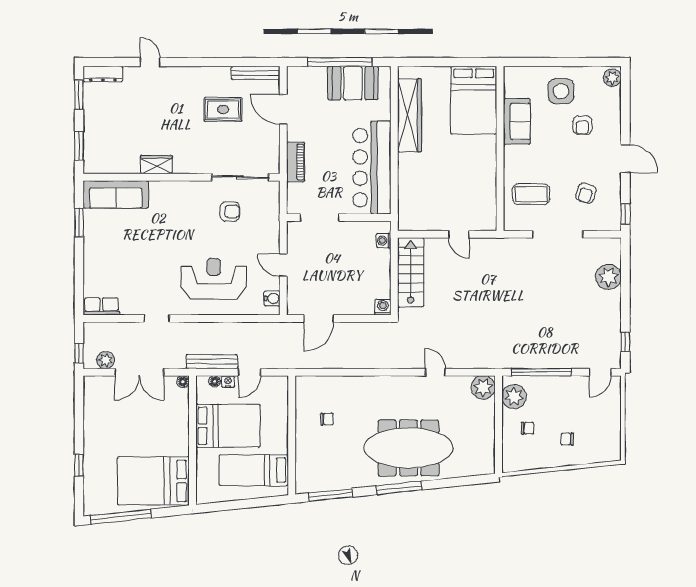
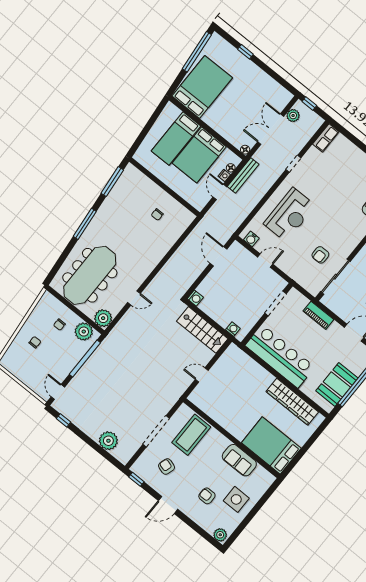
coffee table: (531, 194) -> (191, 435), width x1.36, depth x1.32
meeting table: (409, 448) -> (90, 275), moved
bed: (254, 470) -> (176, 139), moved, turned 180

